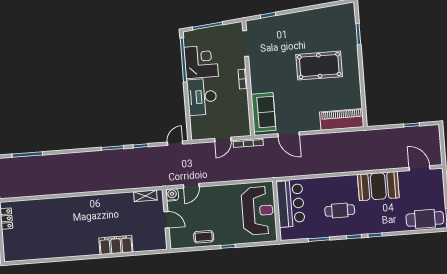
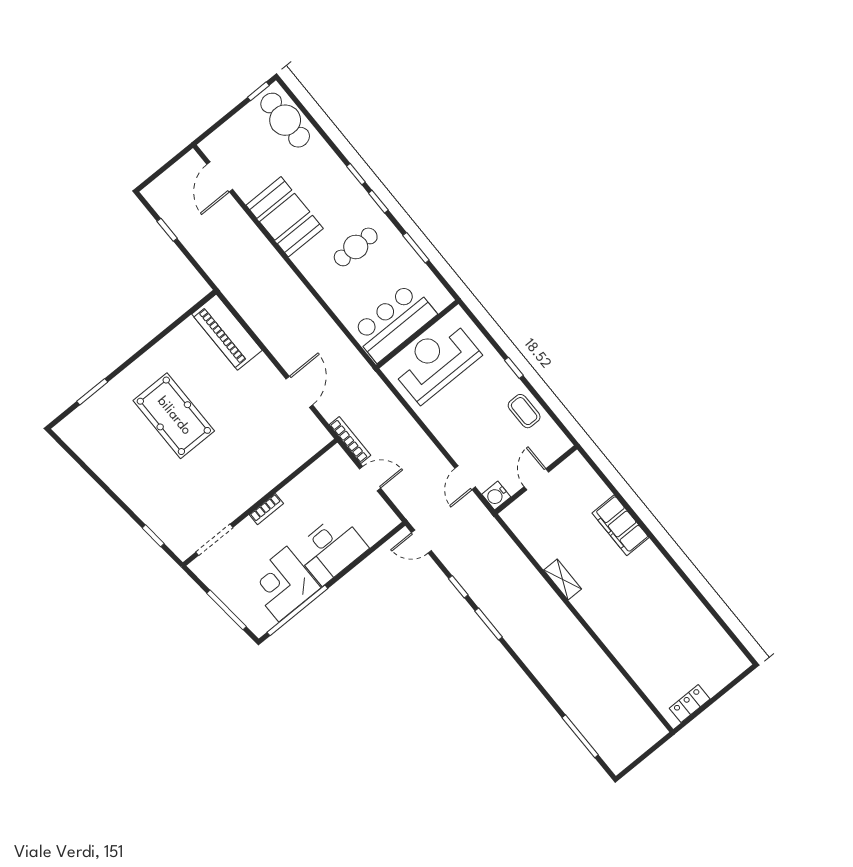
sofa: (263, 112) -> (293, 448), removed
door: (191, 186) -> (465, 478), swing flipped
shelving: (145, 196) -> (563, 579), moved
cafe table: (340, 210) -> (356, 247), turned 90

